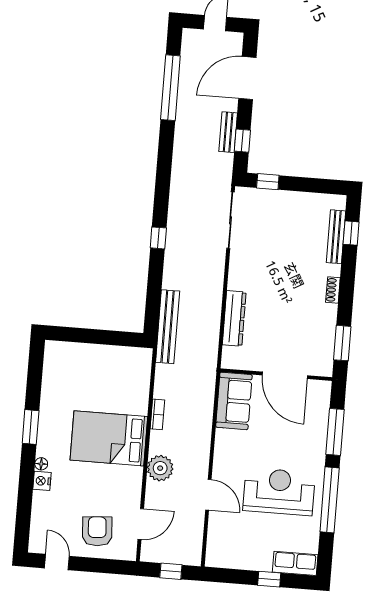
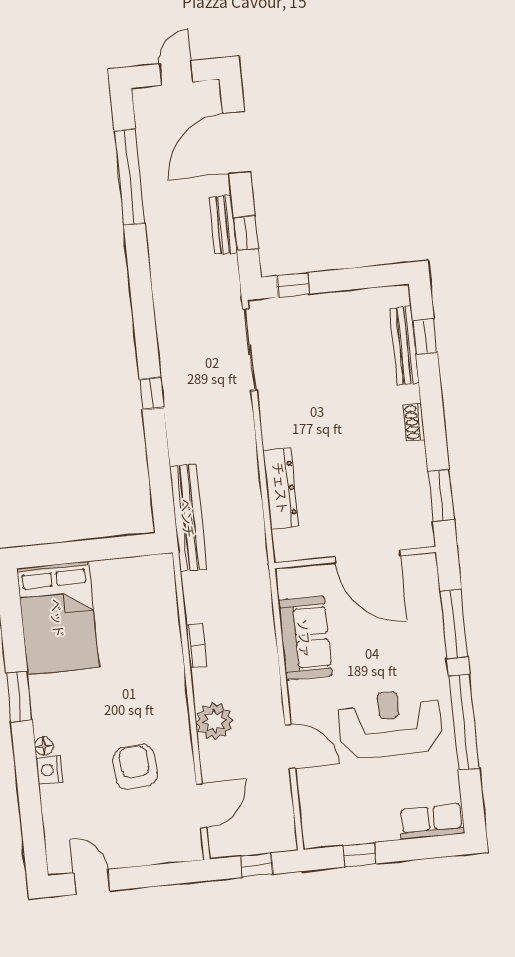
sofa: (234, 401) -> (305, 638), moved
bed: (109, 438) -> (58, 618), moved, turned -90
armchair: (97, 531) -> (135, 767), moved
window: (269, 579) -> (360, 855), moved

